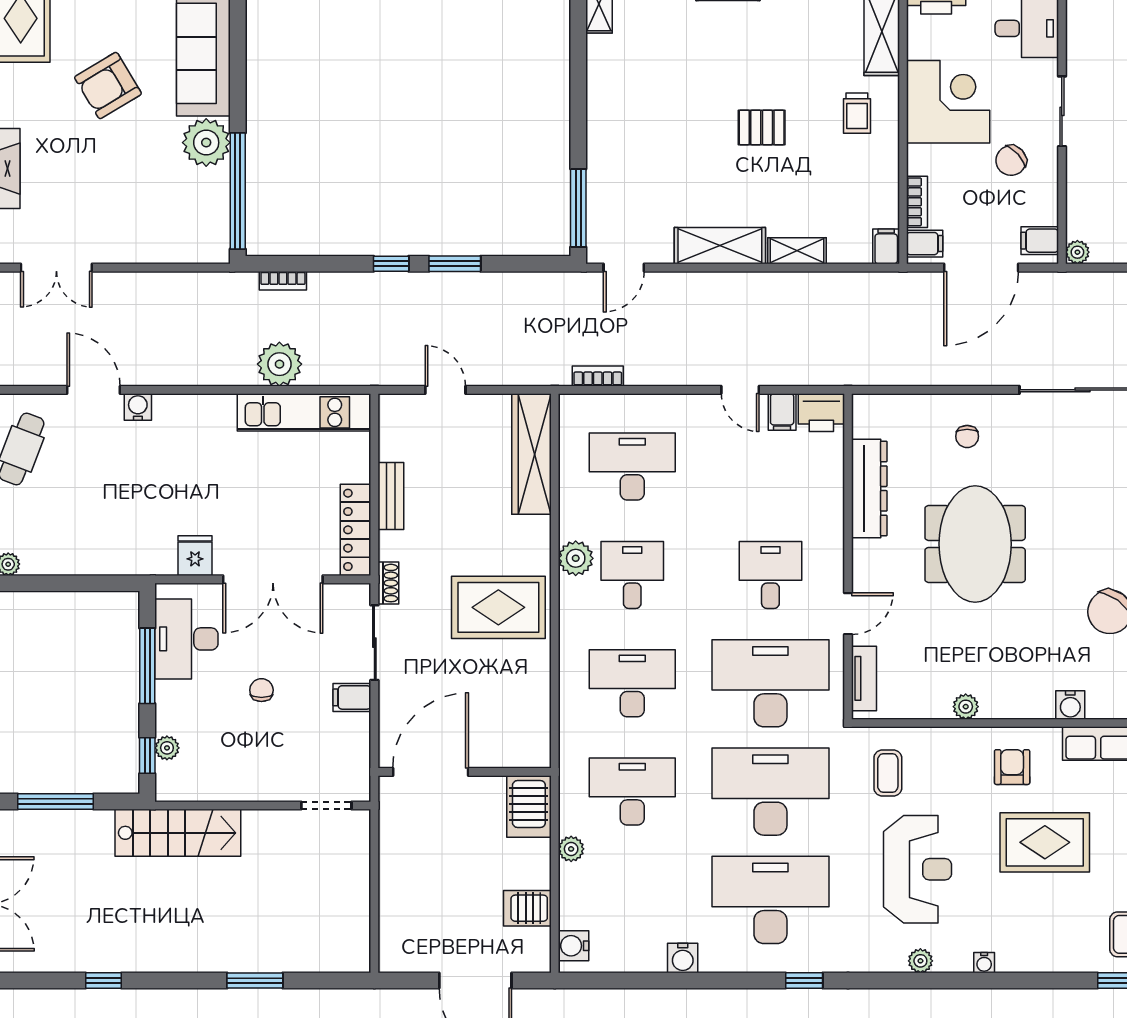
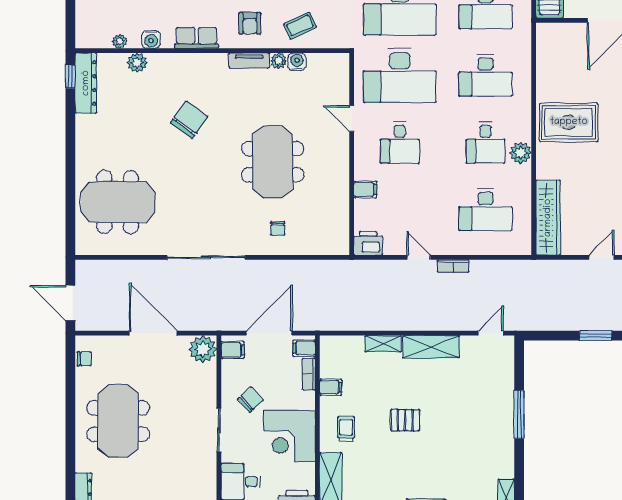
window: (578, 208) -> (519, 414), moved
filing cabinet: (886, 246) -> (331, 387), moved, turned -90
plant: (1077, 252) -> (203, 349), width x1.88, depth x1.88
bookcase: (598, 376) -> (453, 266), moved
door: (445, 390) -> (601, 257), swing flipped
filing cabinet: (782, 412) -> (365, 189), moved, turned 90
chair: (967, 436) -> (278, 228), turned 180
dresser: (869, 488) -> (338, 196), removed
door: (848, 614) -> (352, 119), hinge flipped
tv unit: (864, 678) -> (249, 61), moved, turned -90
water cooler: (1070, 705) -> (297, 62), moved
coffee table: (888, 773) -> (300, 26), moved, turned 65

